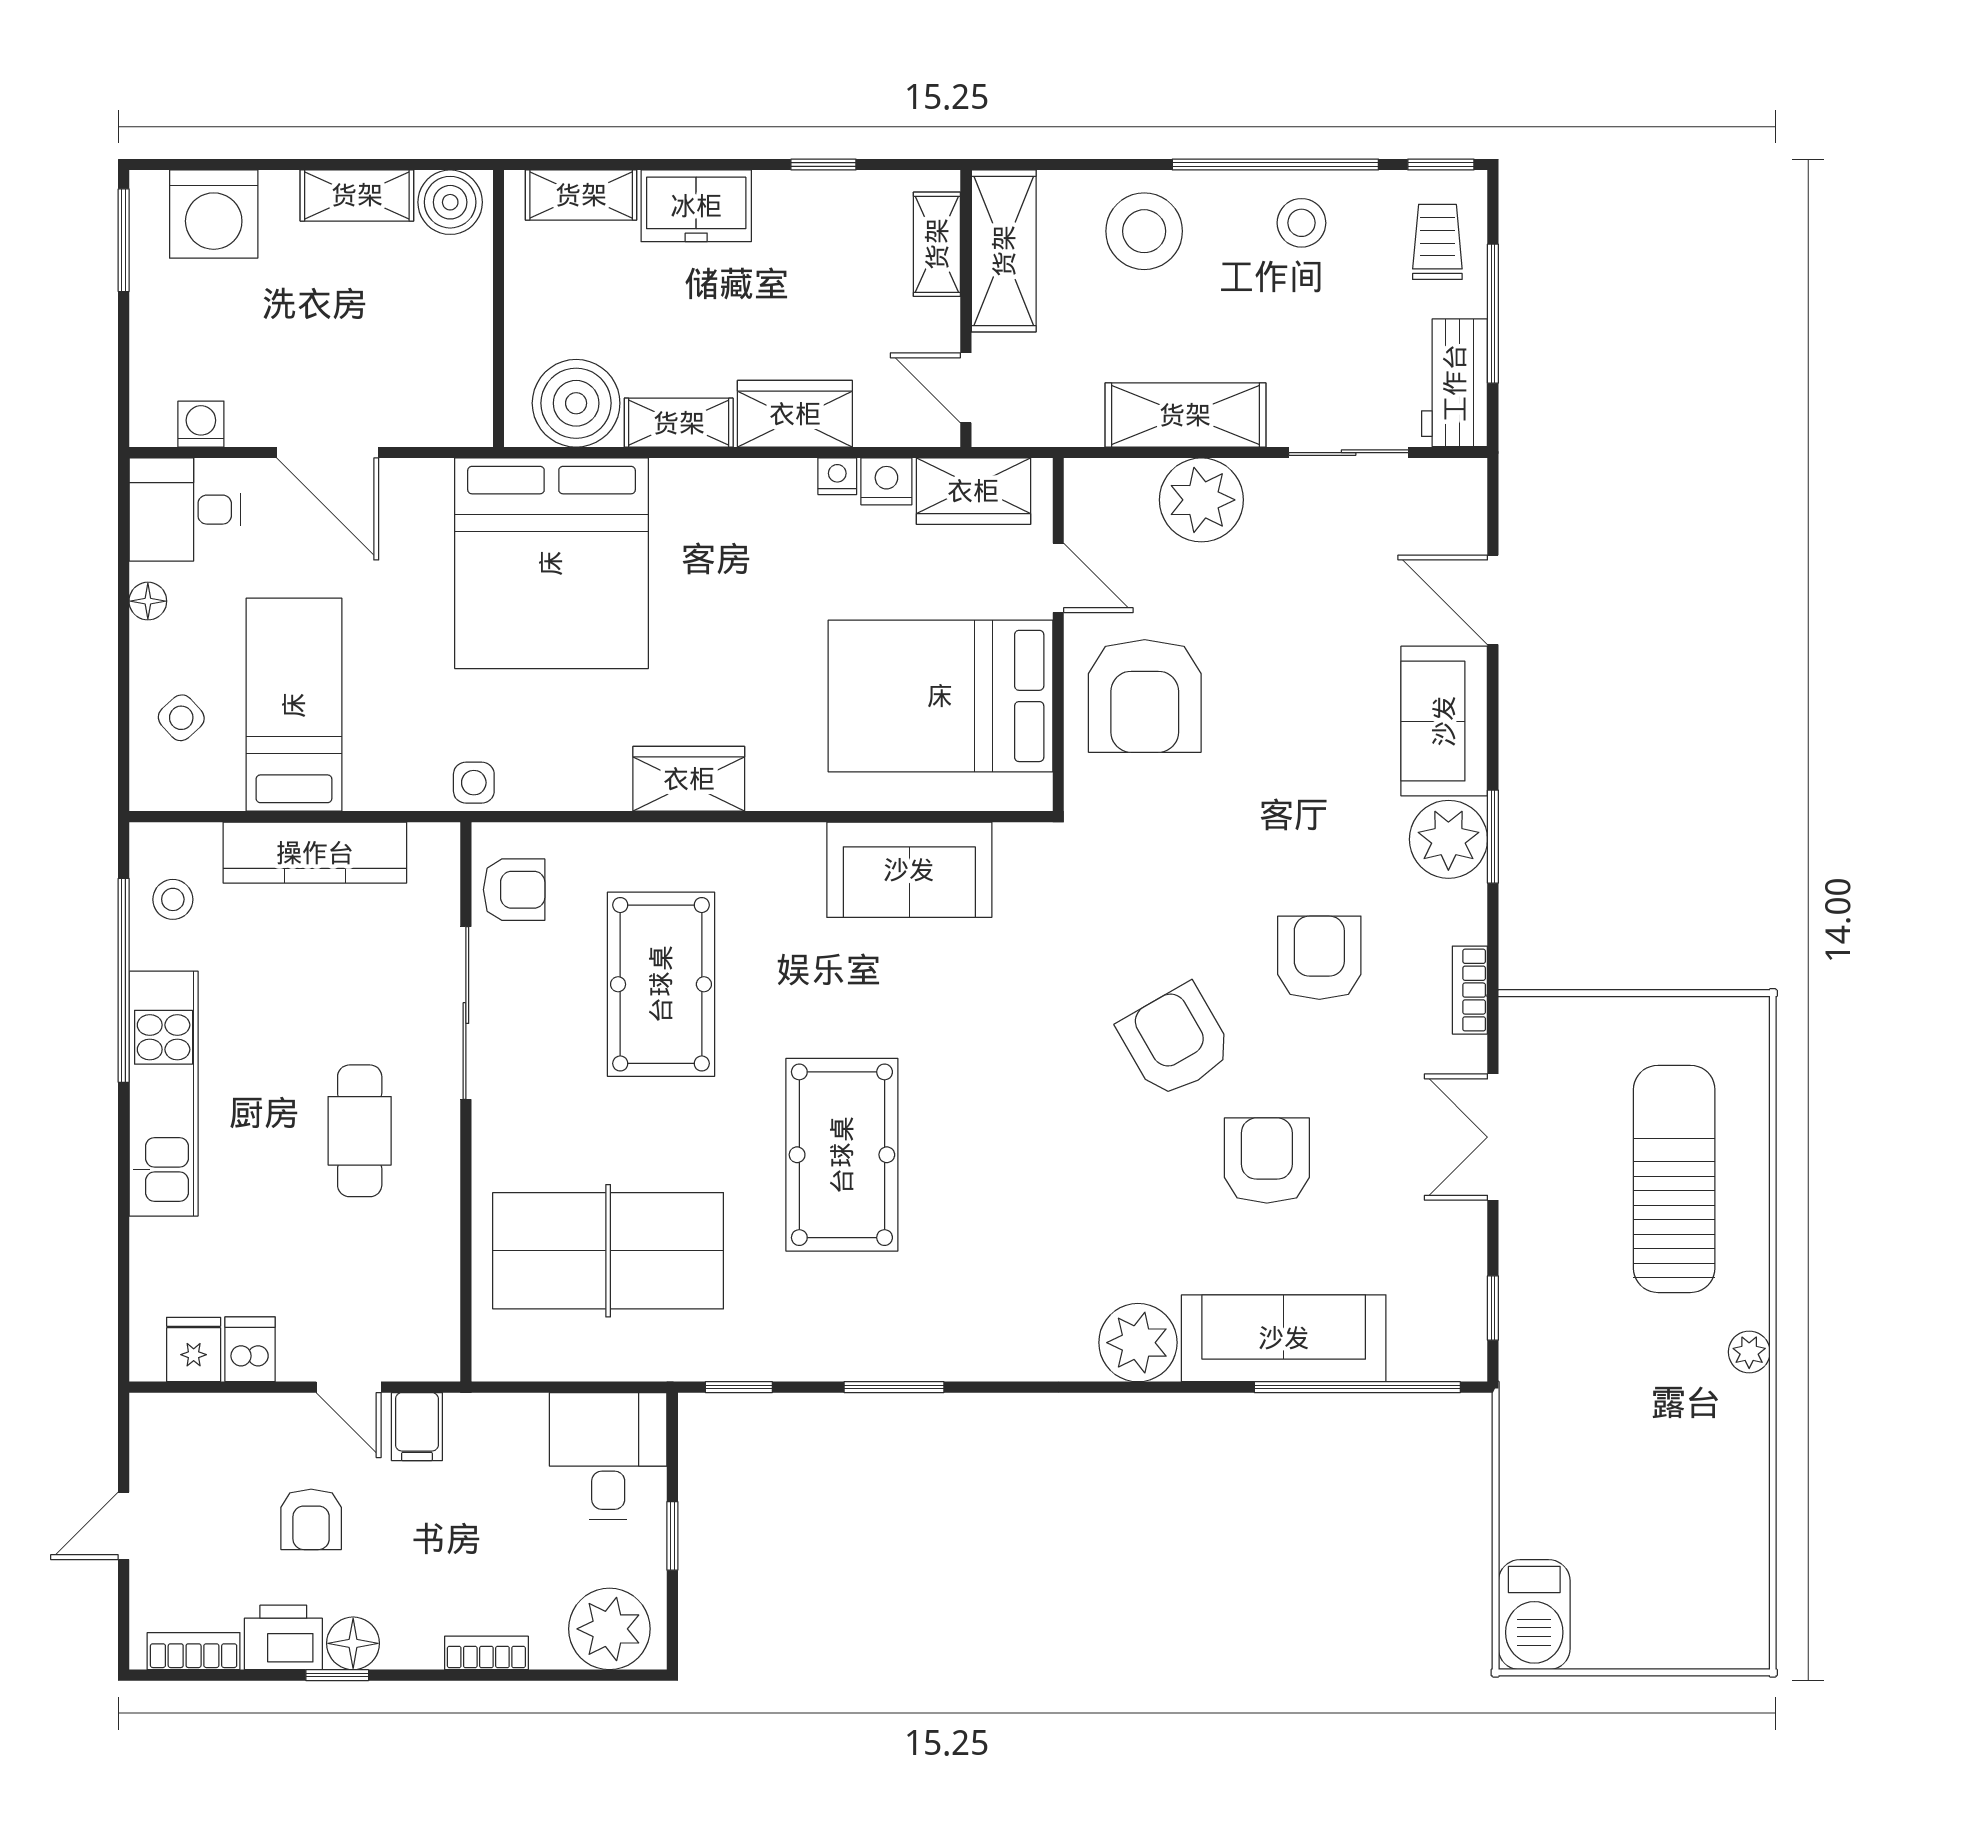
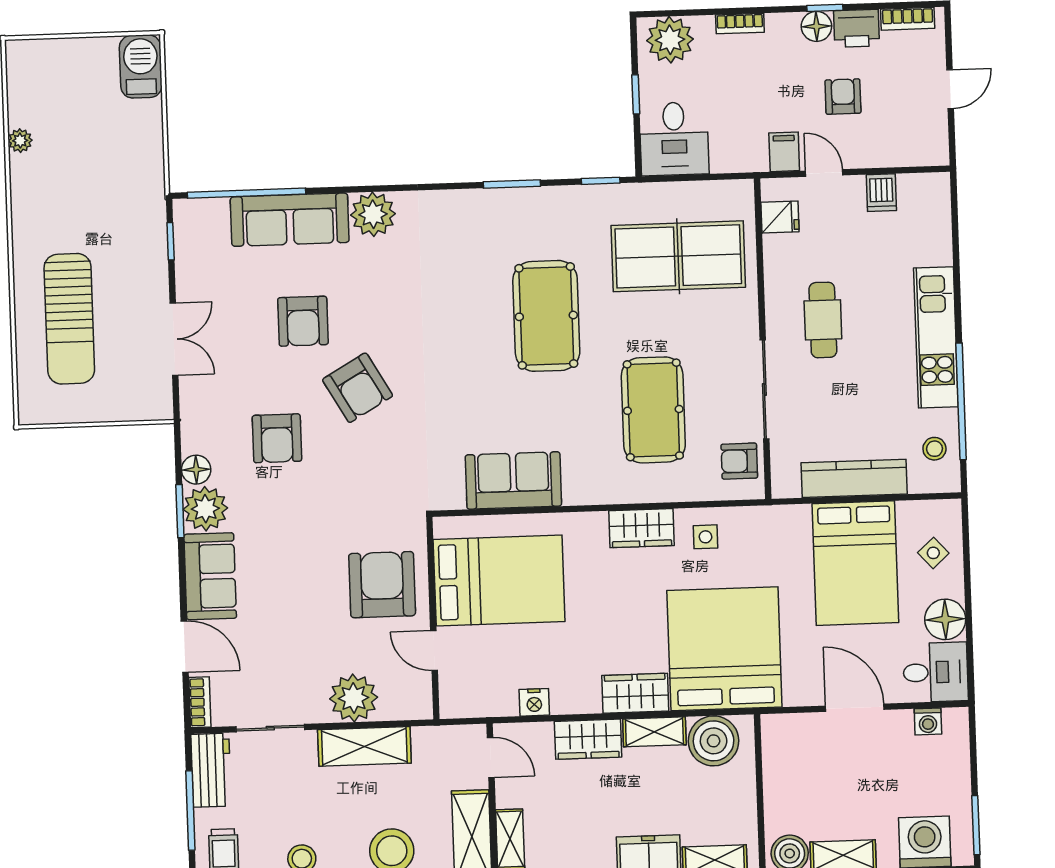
nightstand: (837, 476) -> (563, 704), removed
wardrobe: (973, 491) -> (635, 693), moved
floor lamp: (148, 601) -> (945, 619), width x1.89, depth x1.89
bed: (294, 705) -> (855, 563), width x1.50
side table: (474, 783) -> (706, 537), moved
floor lamp: (1462, 908) -> (196, 470), added
bookcase: (1470, 990) -> (200, 702), moved
fridge: (194, 1350) -> (780, 217), moved, turned -90
plant: (1749, 1352) -> (20, 141), moved

